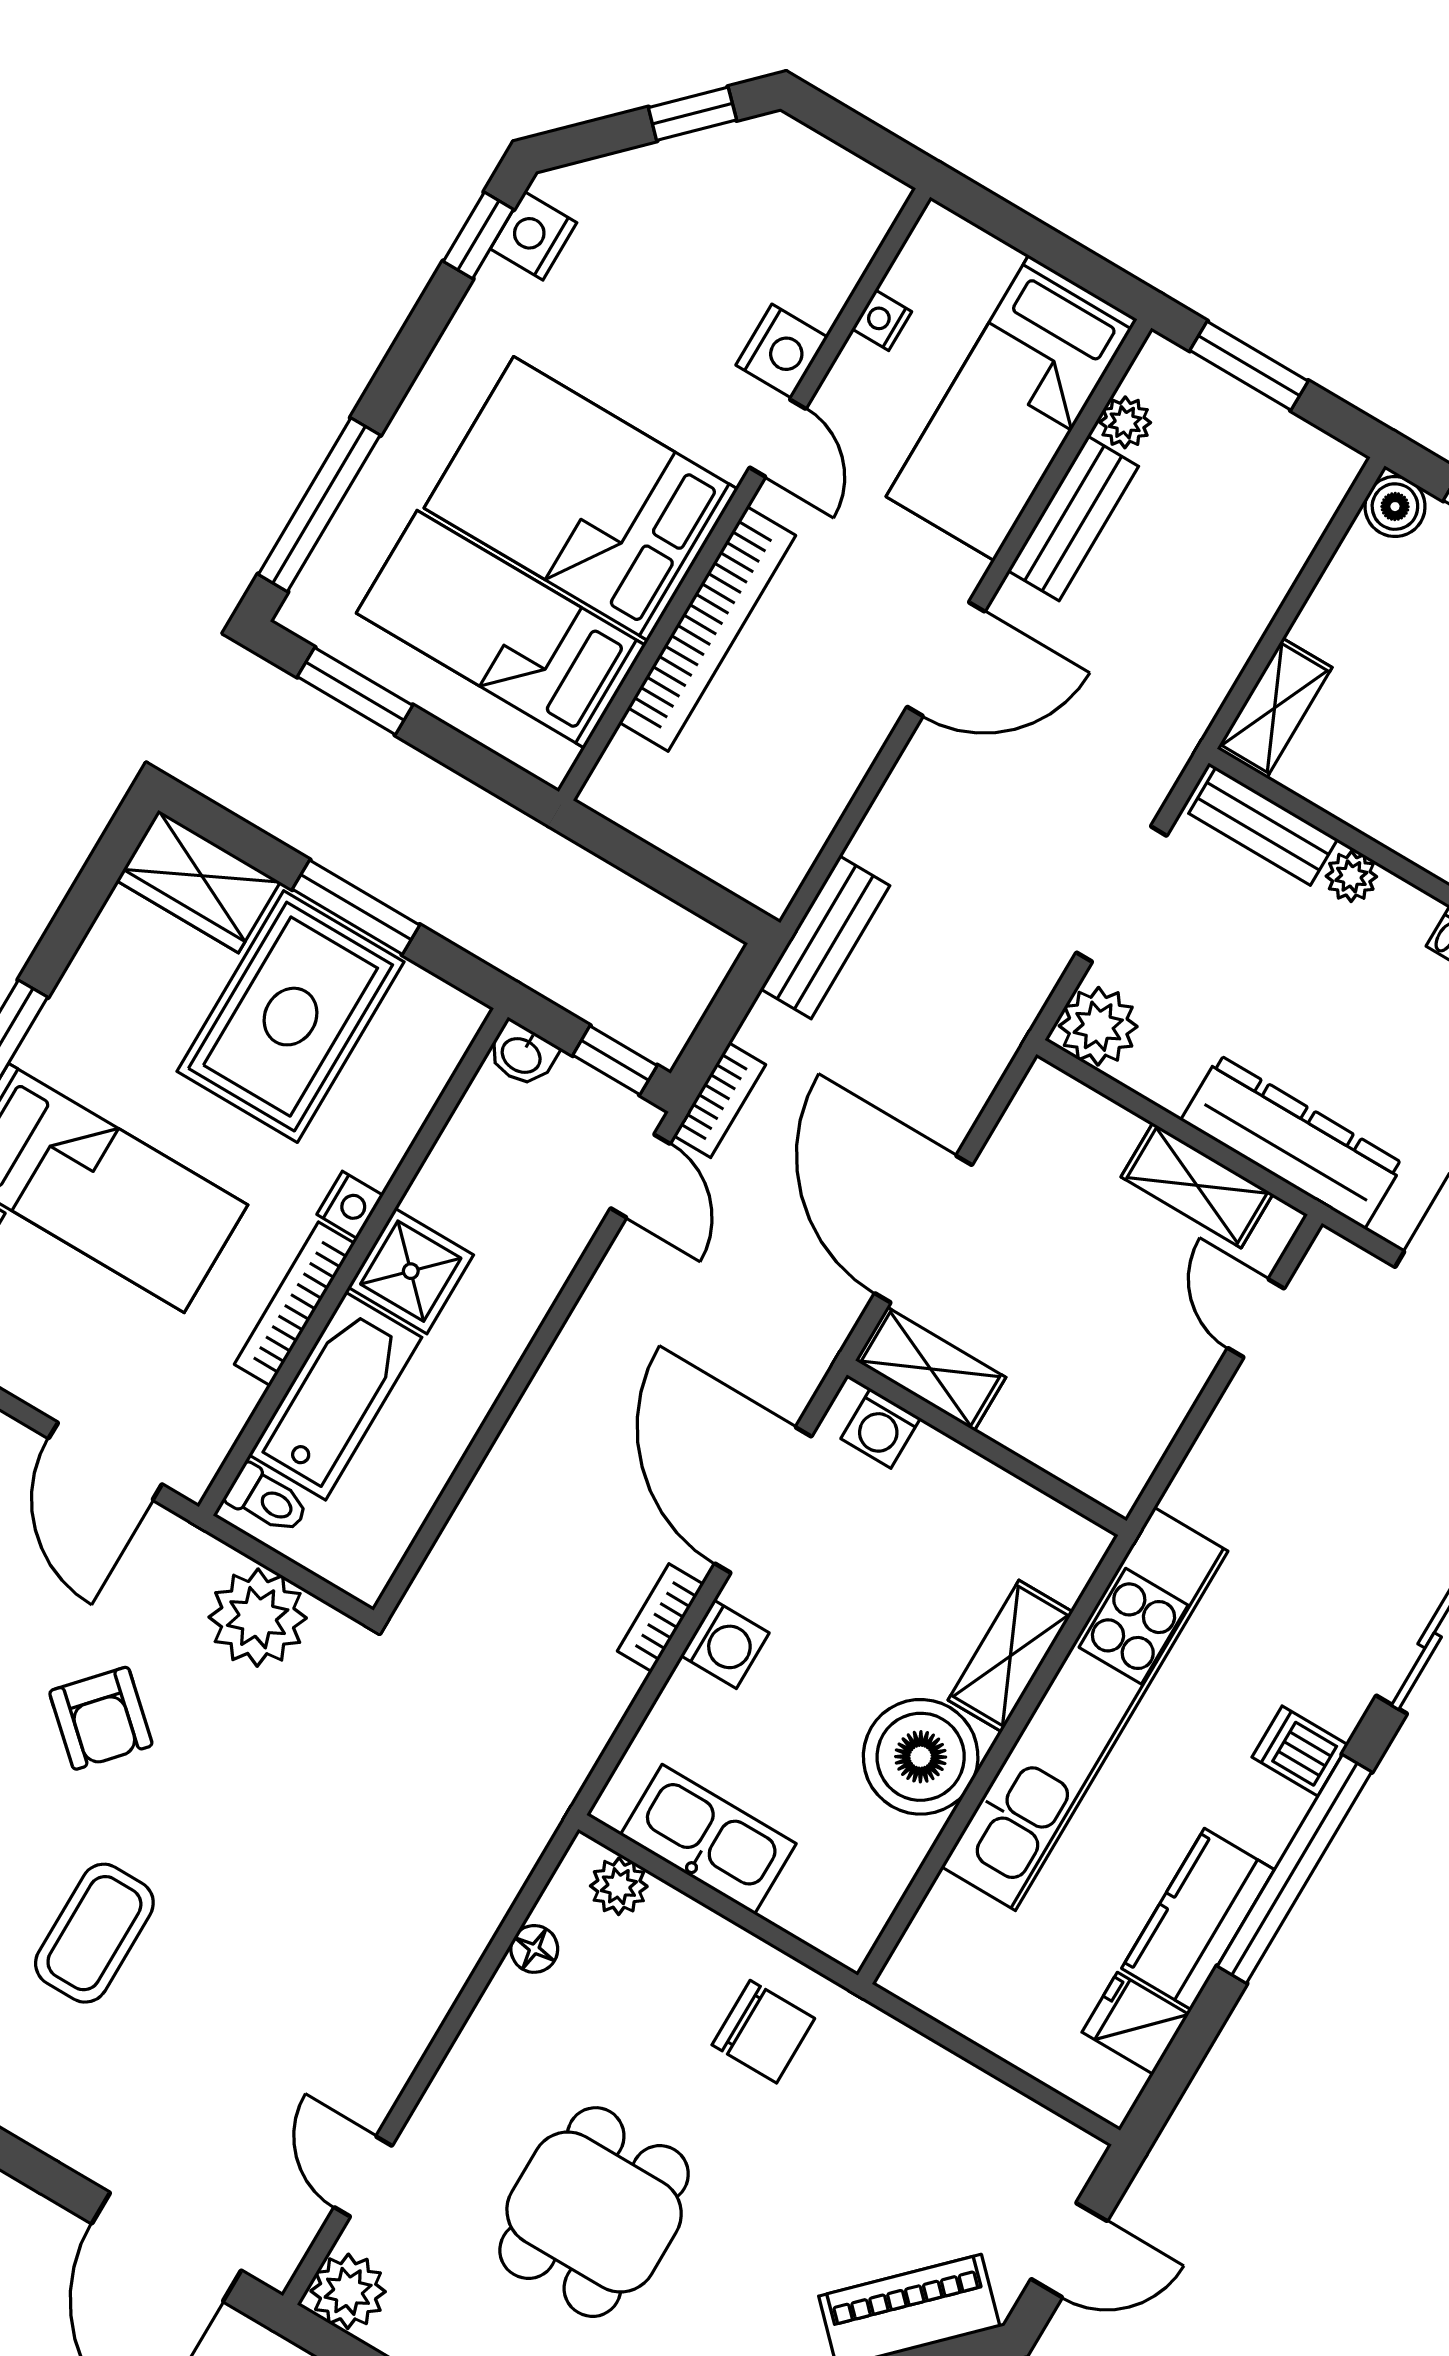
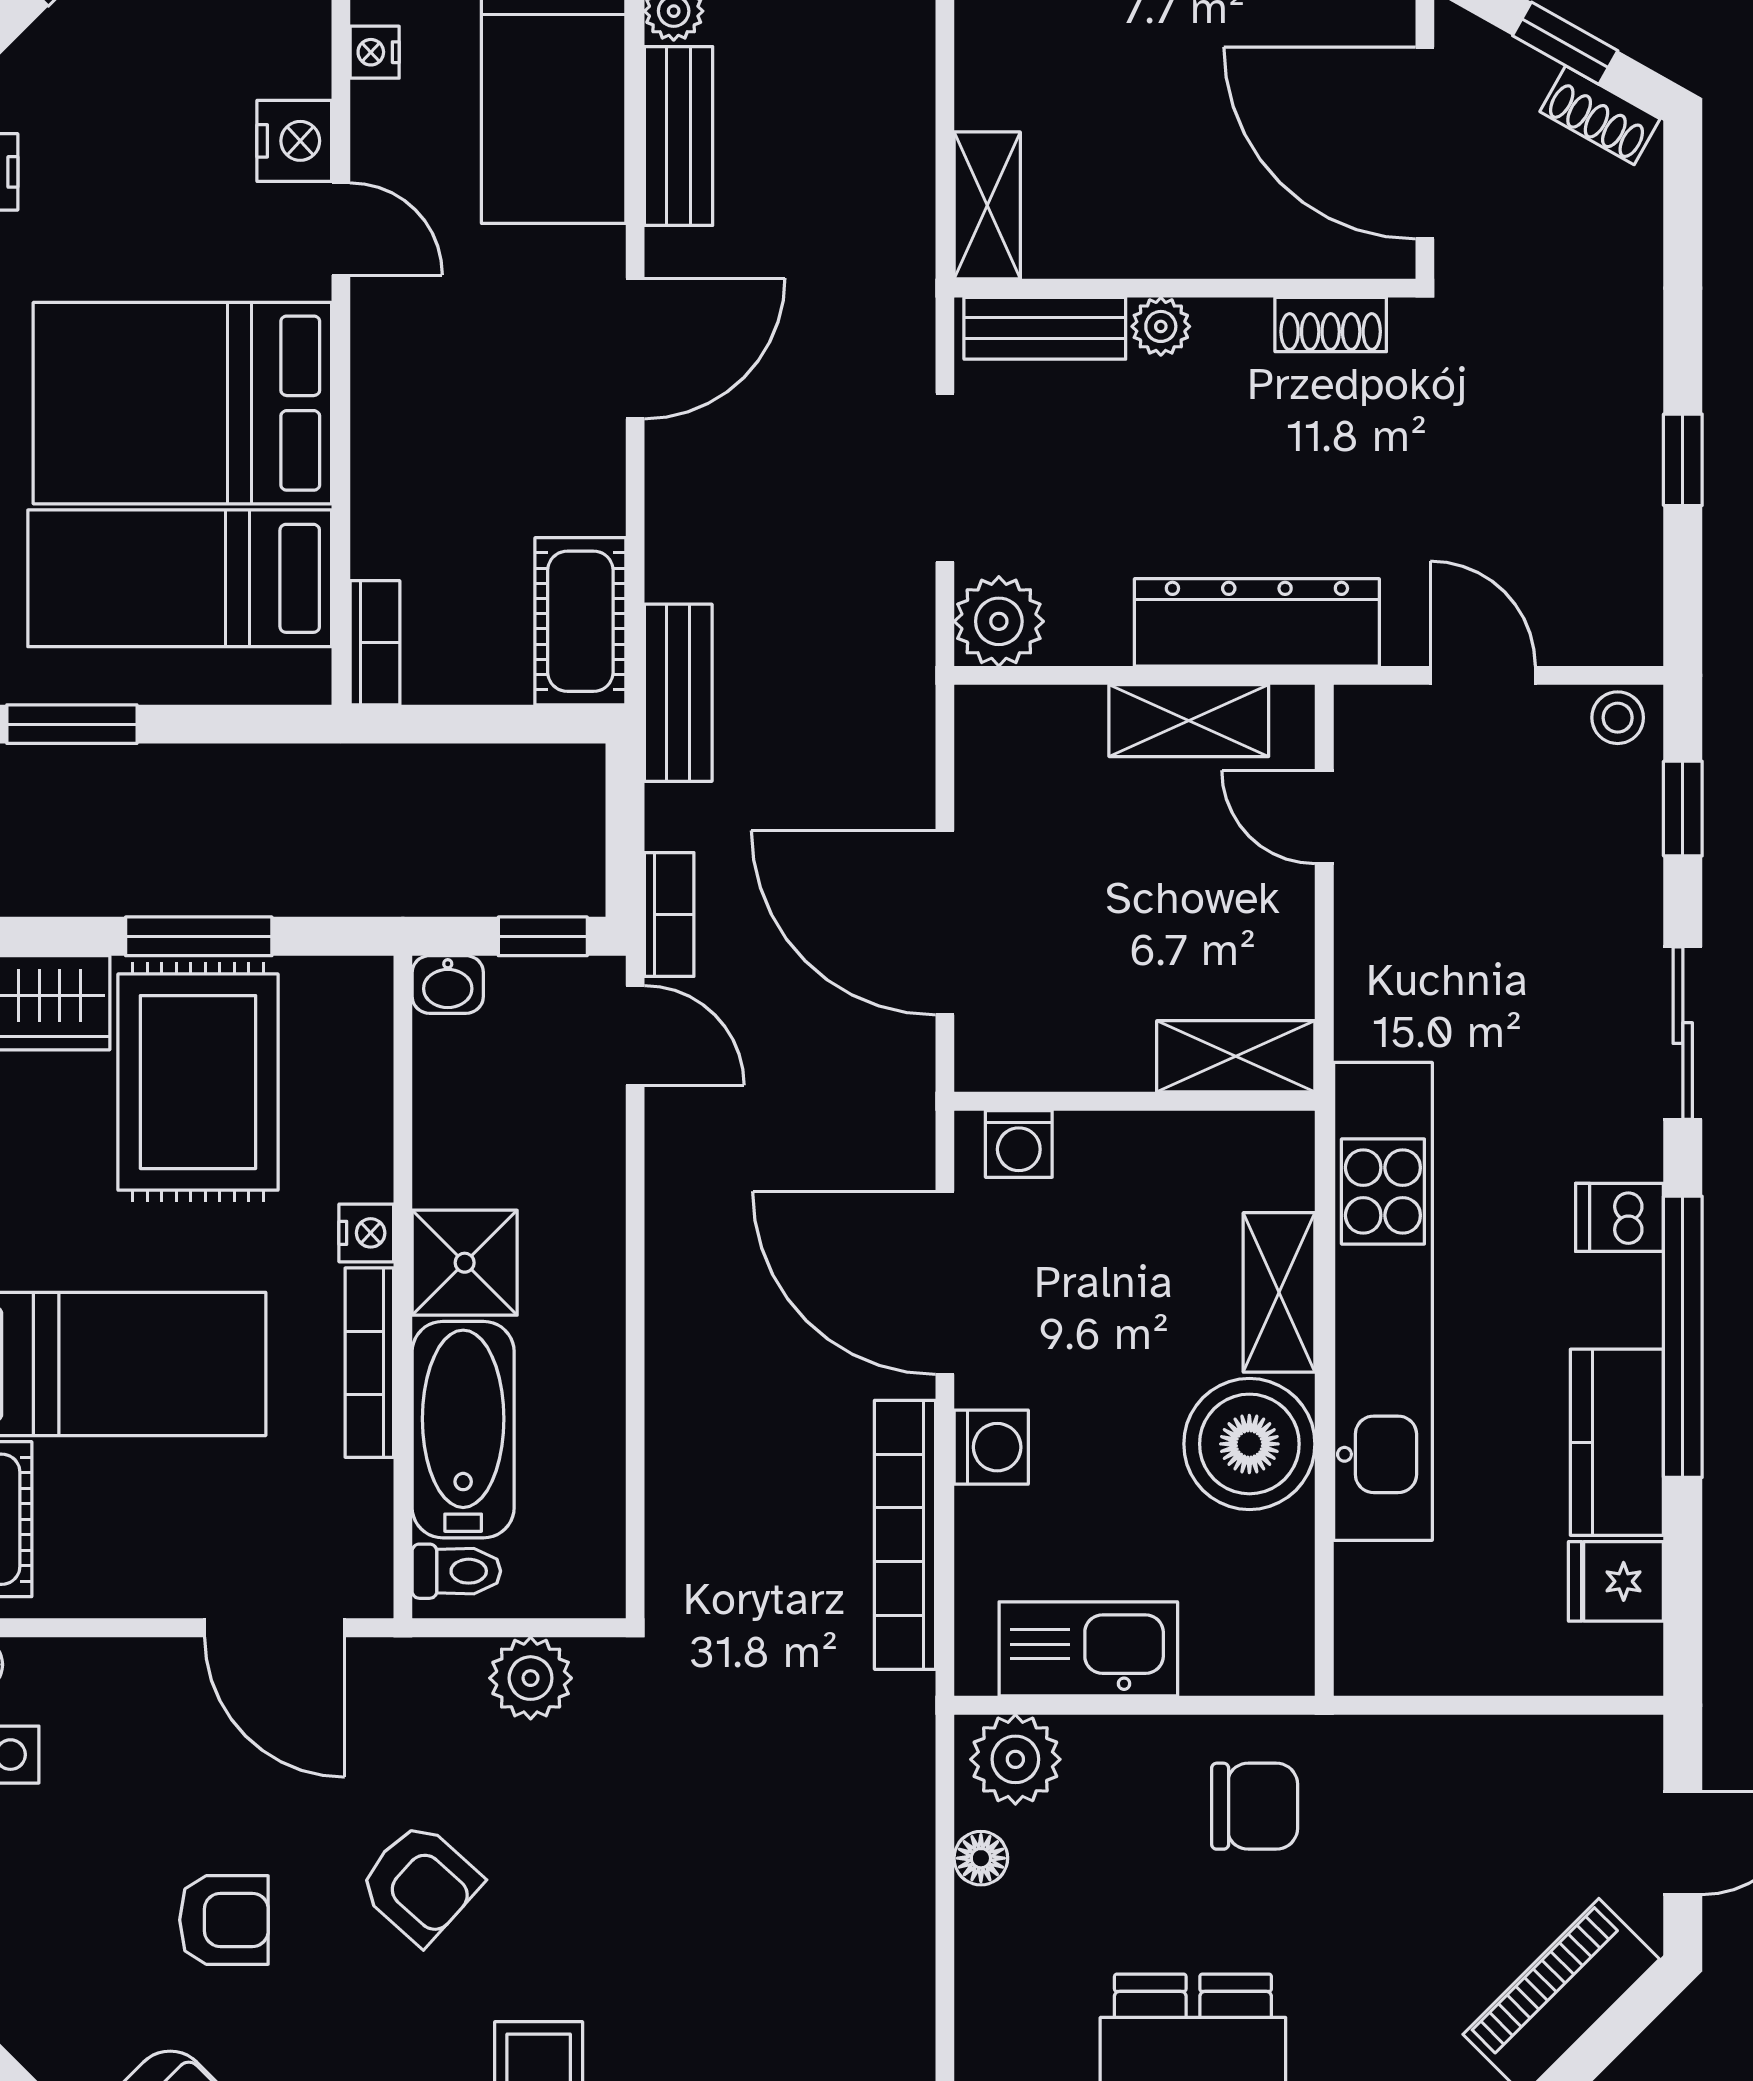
bookcase: (707, 629) -> (375, 643), moved, width x0.43, depth x0.76
cot: (783, 840) -> (580, 621), added
shelving: (931, 1369) -> (1236, 1056), moved
plant: (258, 1618) -> (531, 1678), width x0.73, depth x0.73
bookcase: (661, 1618) -> (905, 1535), width x2.31, depth x1.31
plant: (619, 1886) -> (1015, 1759), width x1.38, depth x1.38

